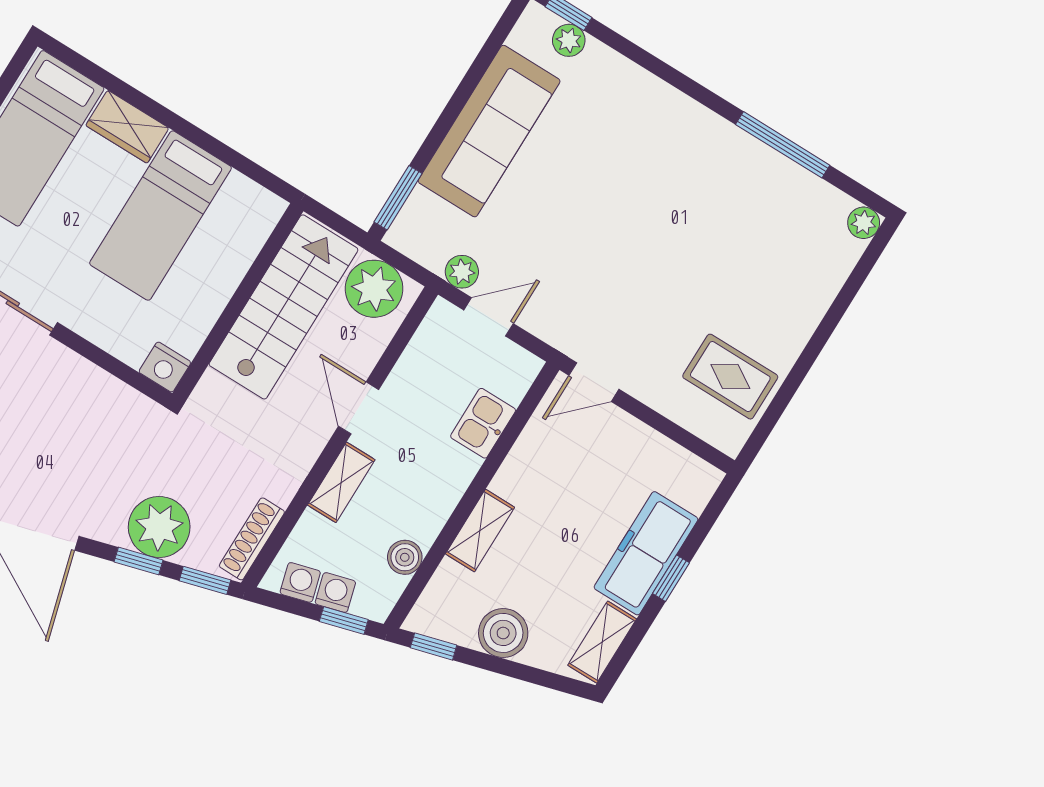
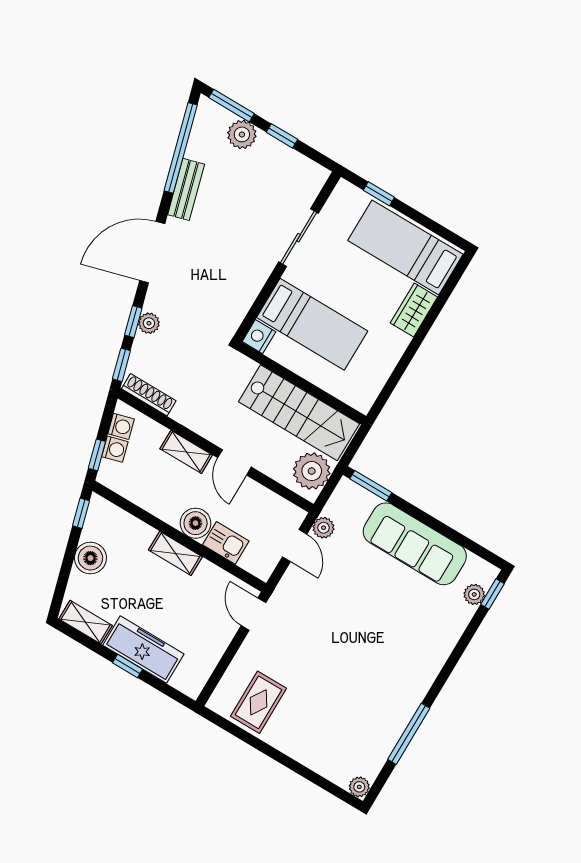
bed: (160, 216) -> (312, 324), moved, turned 180
door: (359, 408) -> (234, 462), swing flipped
plant: (159, 527) -> (149, 323), width x0.53, depth x0.53
shelving: (480, 531) -> (175, 553), moved
boiler: (405, 557) -> (196, 523), moved, width x1.36, depth x1.36

